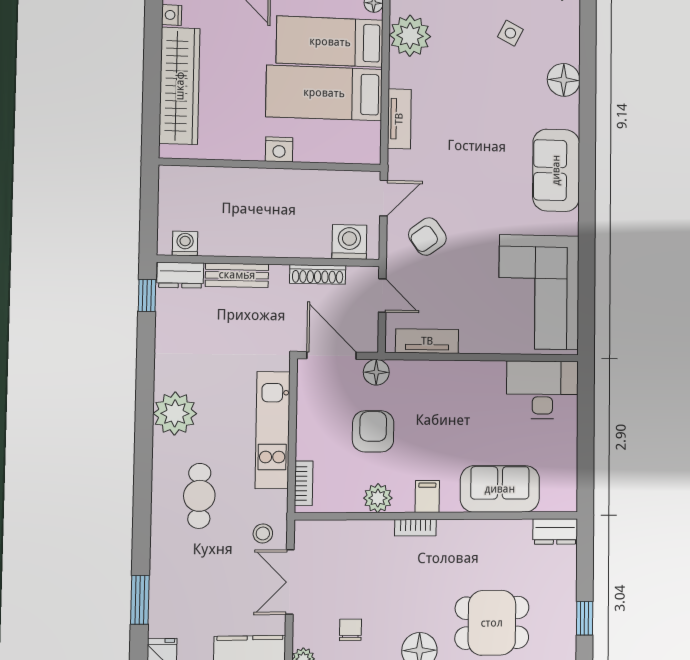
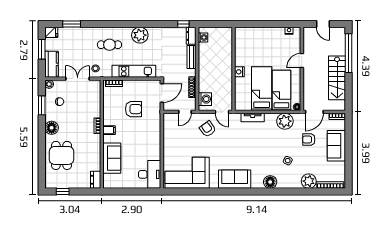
wardrobe: (180, 86) -> (262, 34), removed
tv unit: (427, 341) -> (168, 129), removed
floor lamp: (376, 372) -> (156, 110), removed
plant: (378, 498) -> (108, 111), removed

